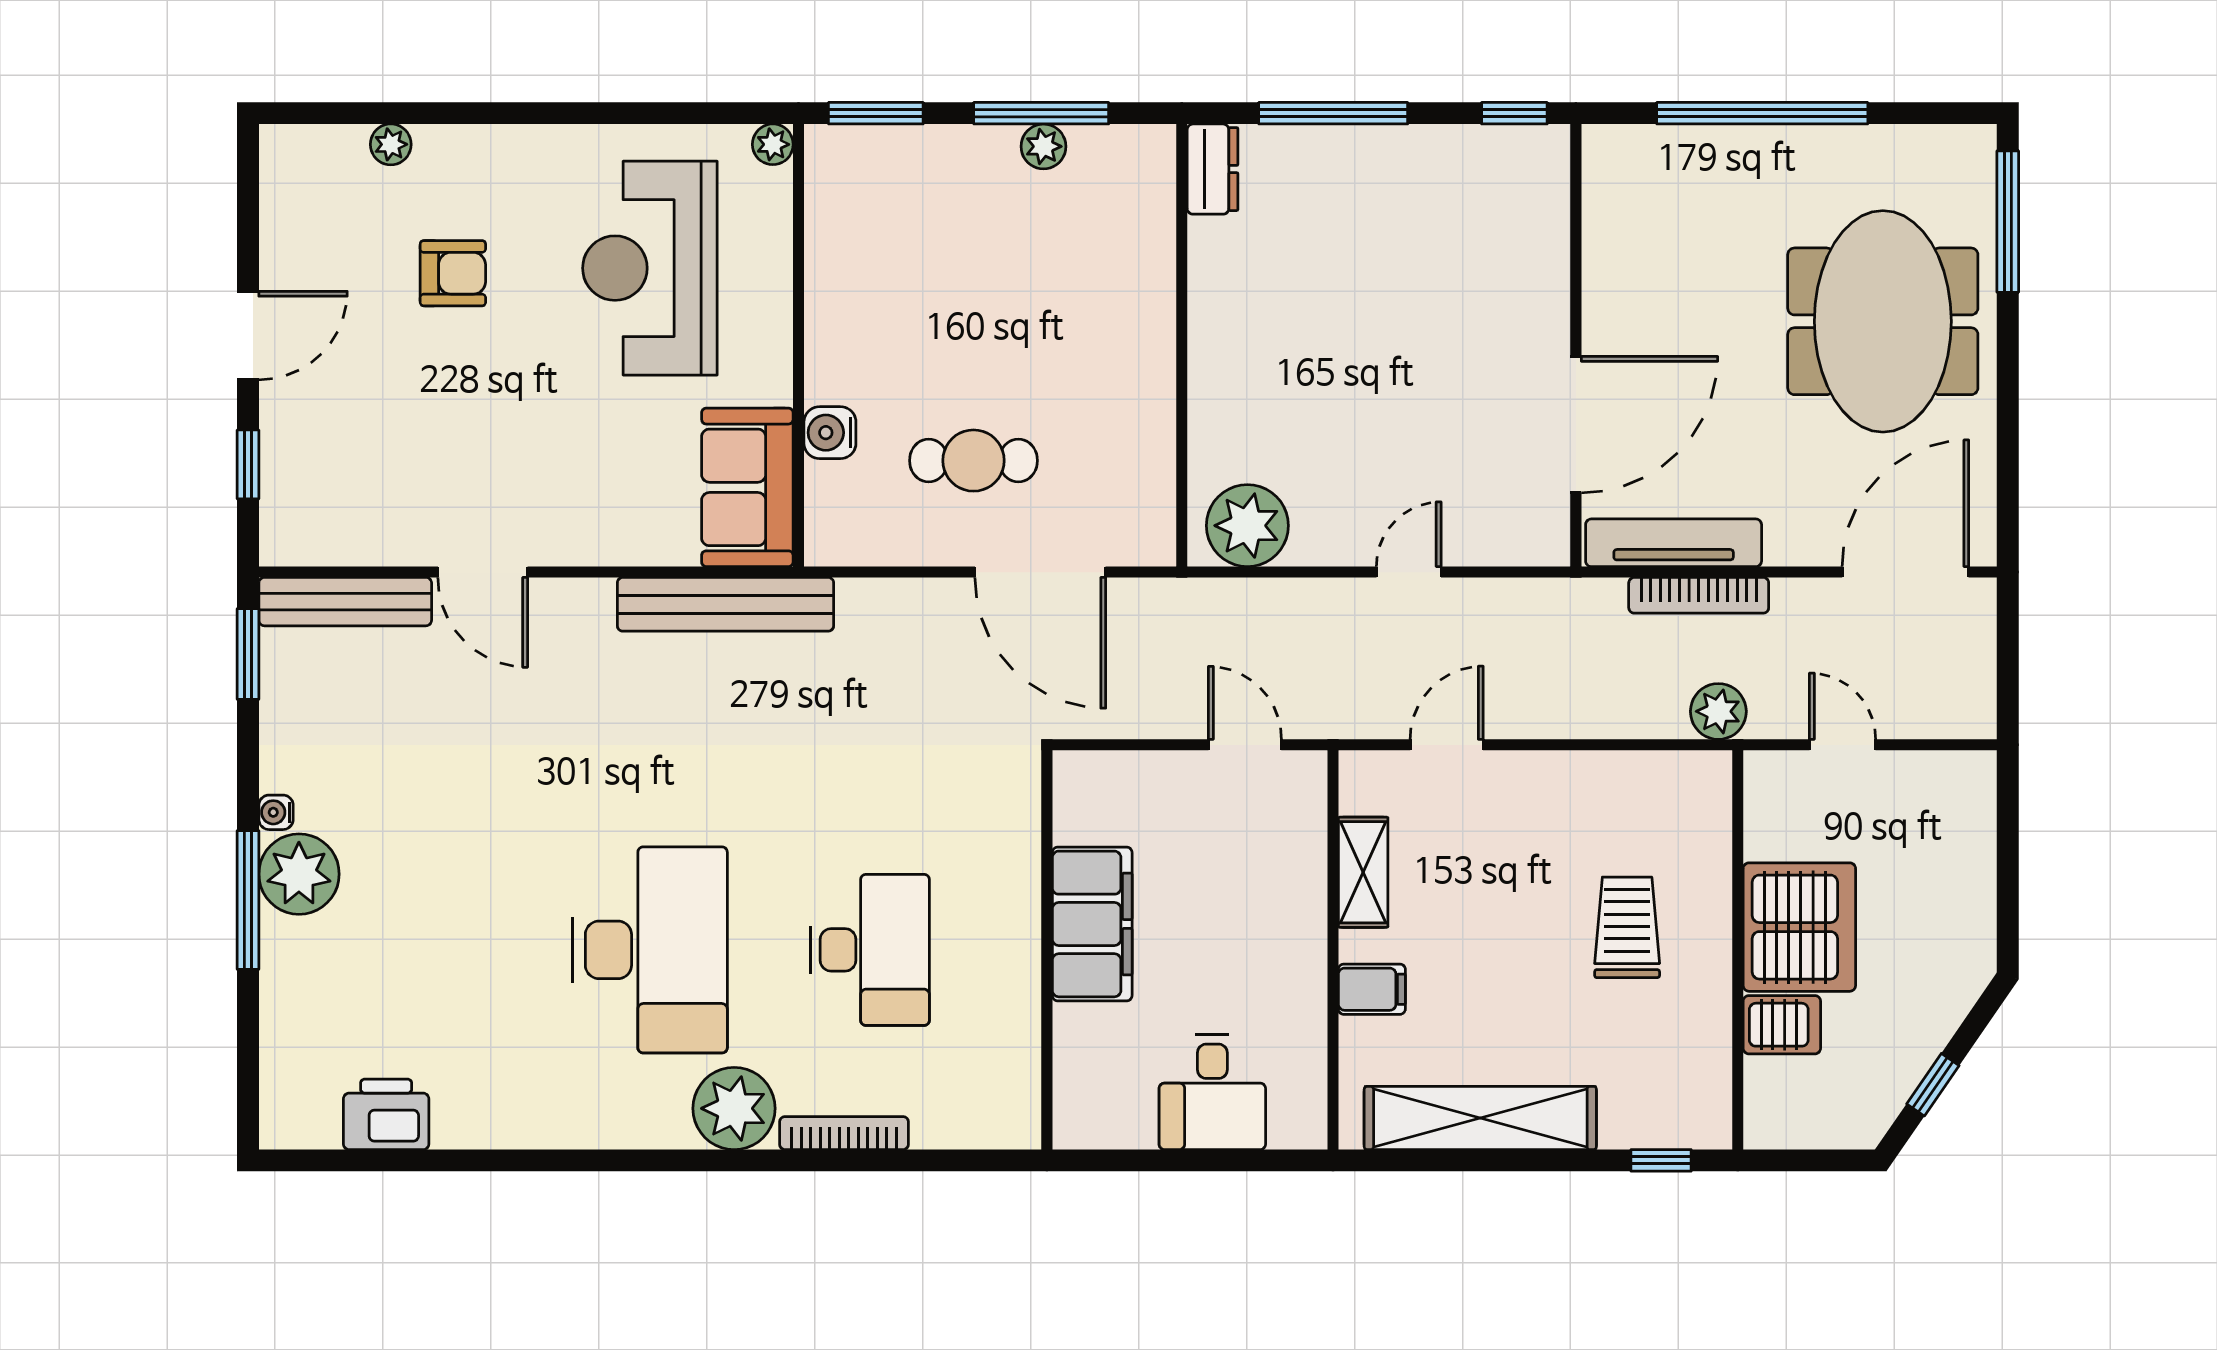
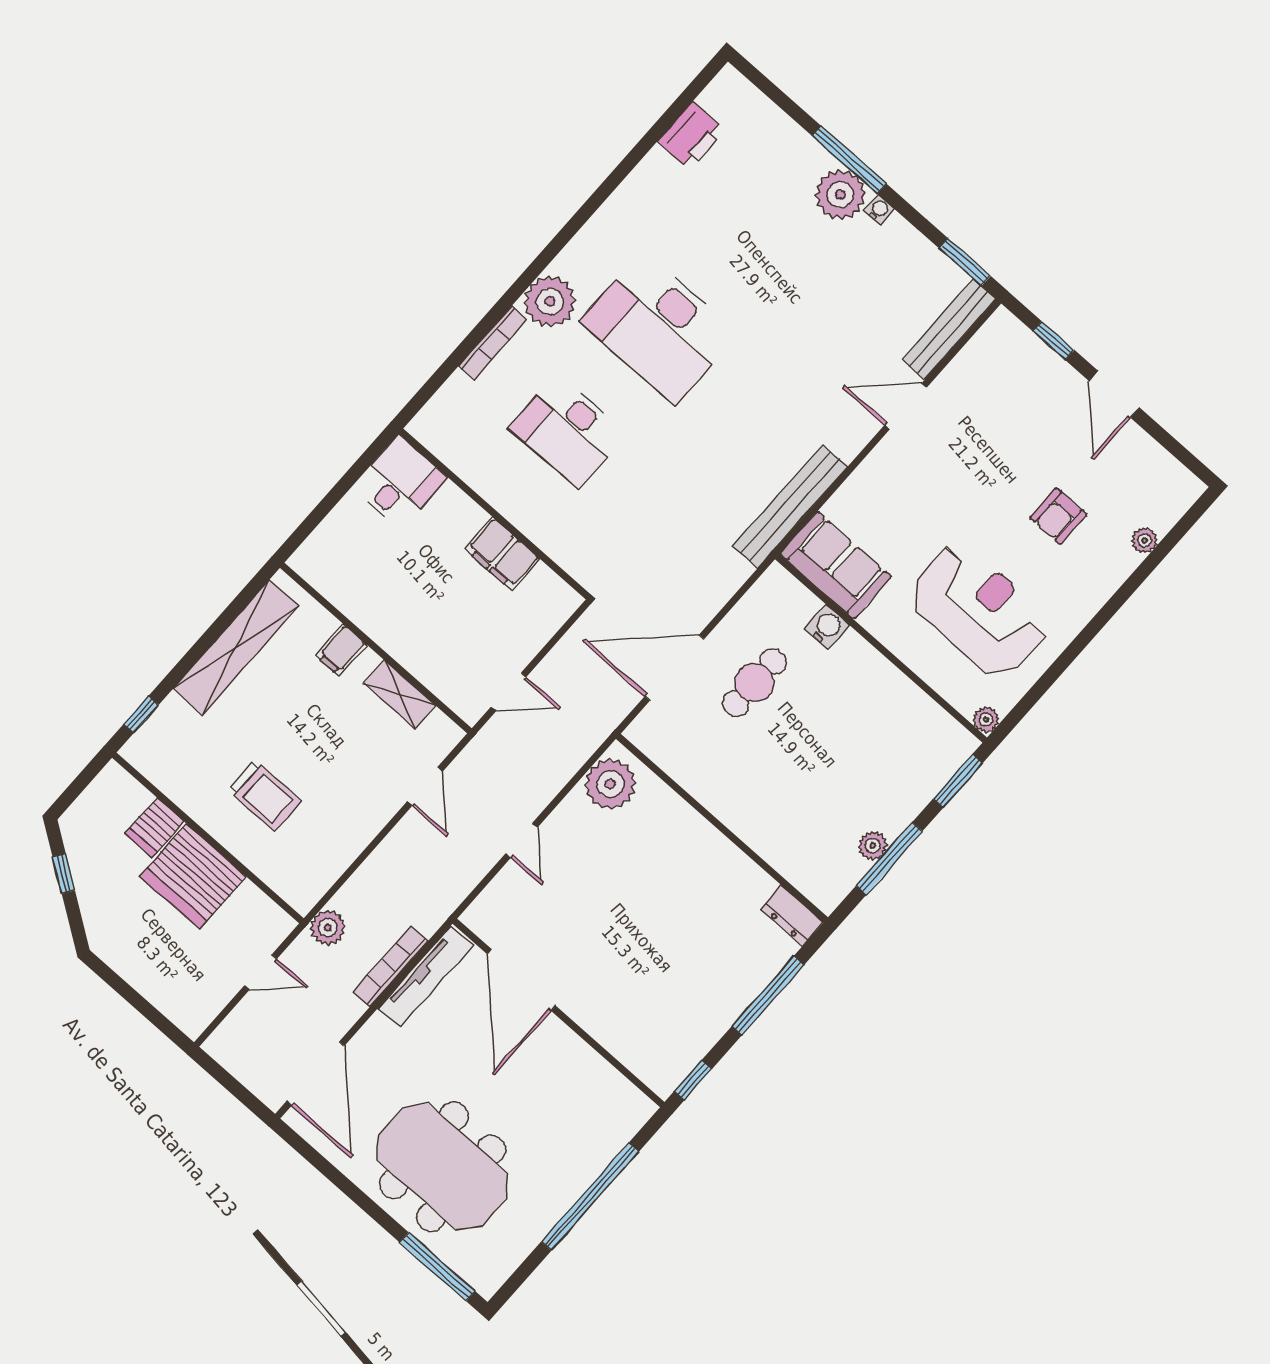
filing cabinet: (1092, 924) -> (502, 554), width x0.67, depth x0.86
desk: (1212, 1092) -> (400, 483), moved, turned 90

